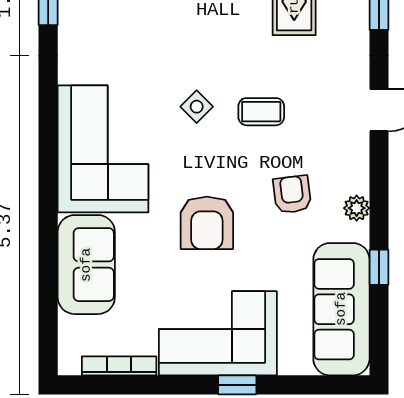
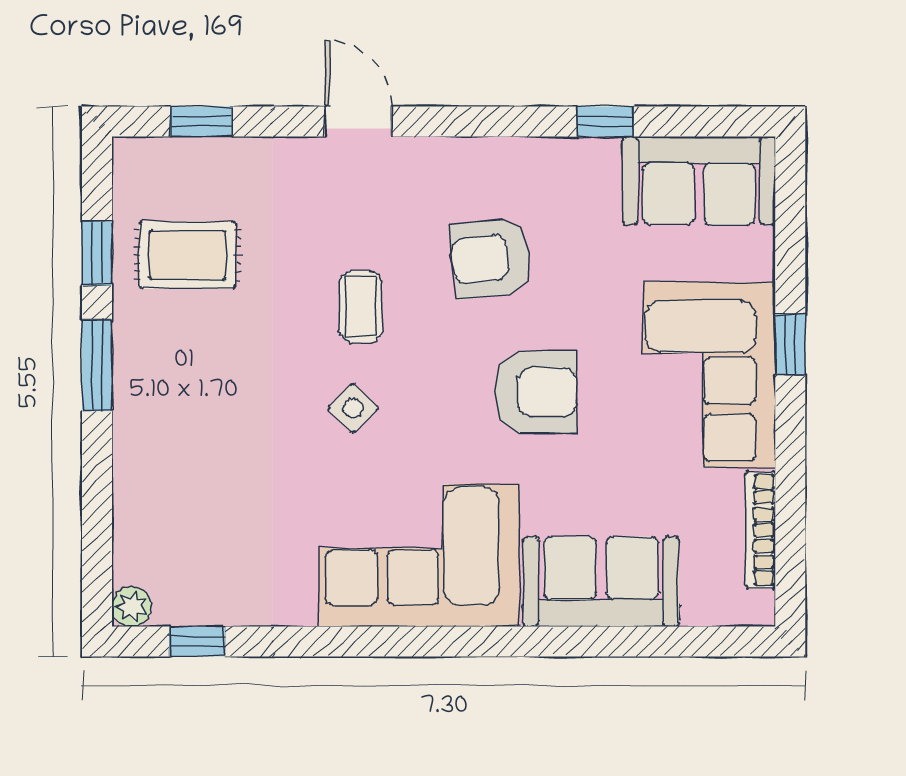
armchair: (292, 194) -> (491, 258), width x1.38, depth x1.38
plant: (357, 208) -> (512, 157), removed
sofa: (341, 309) -> (699, 181), width x0.73

